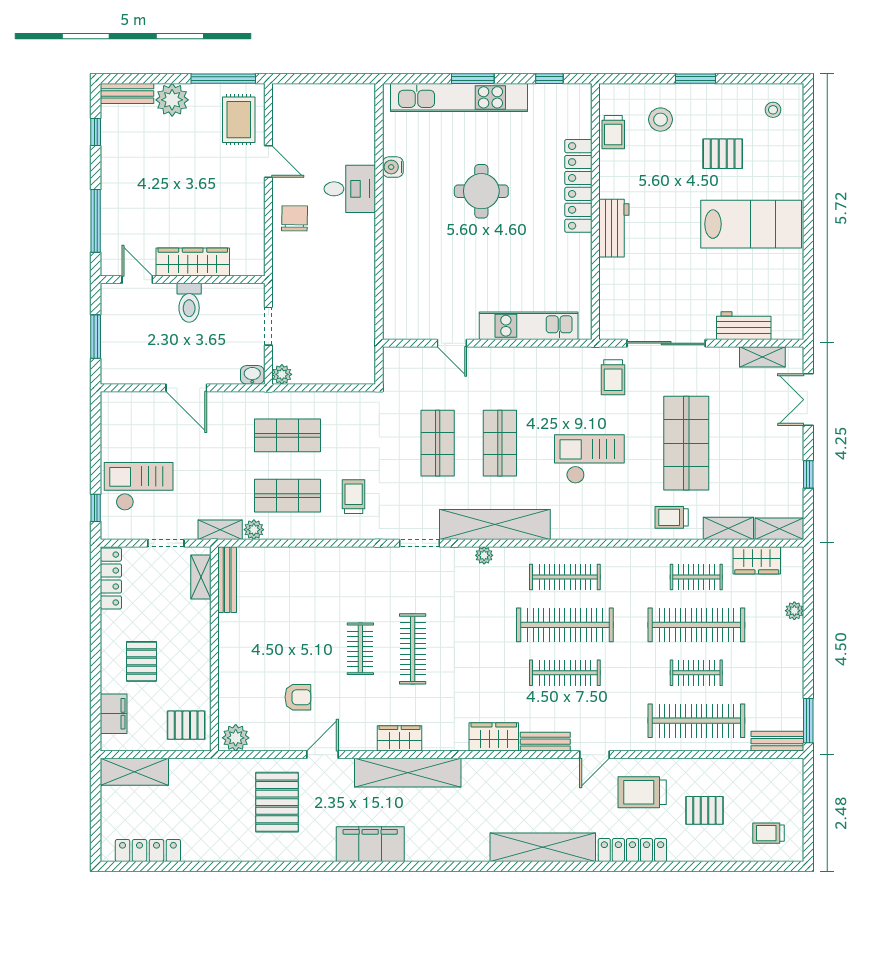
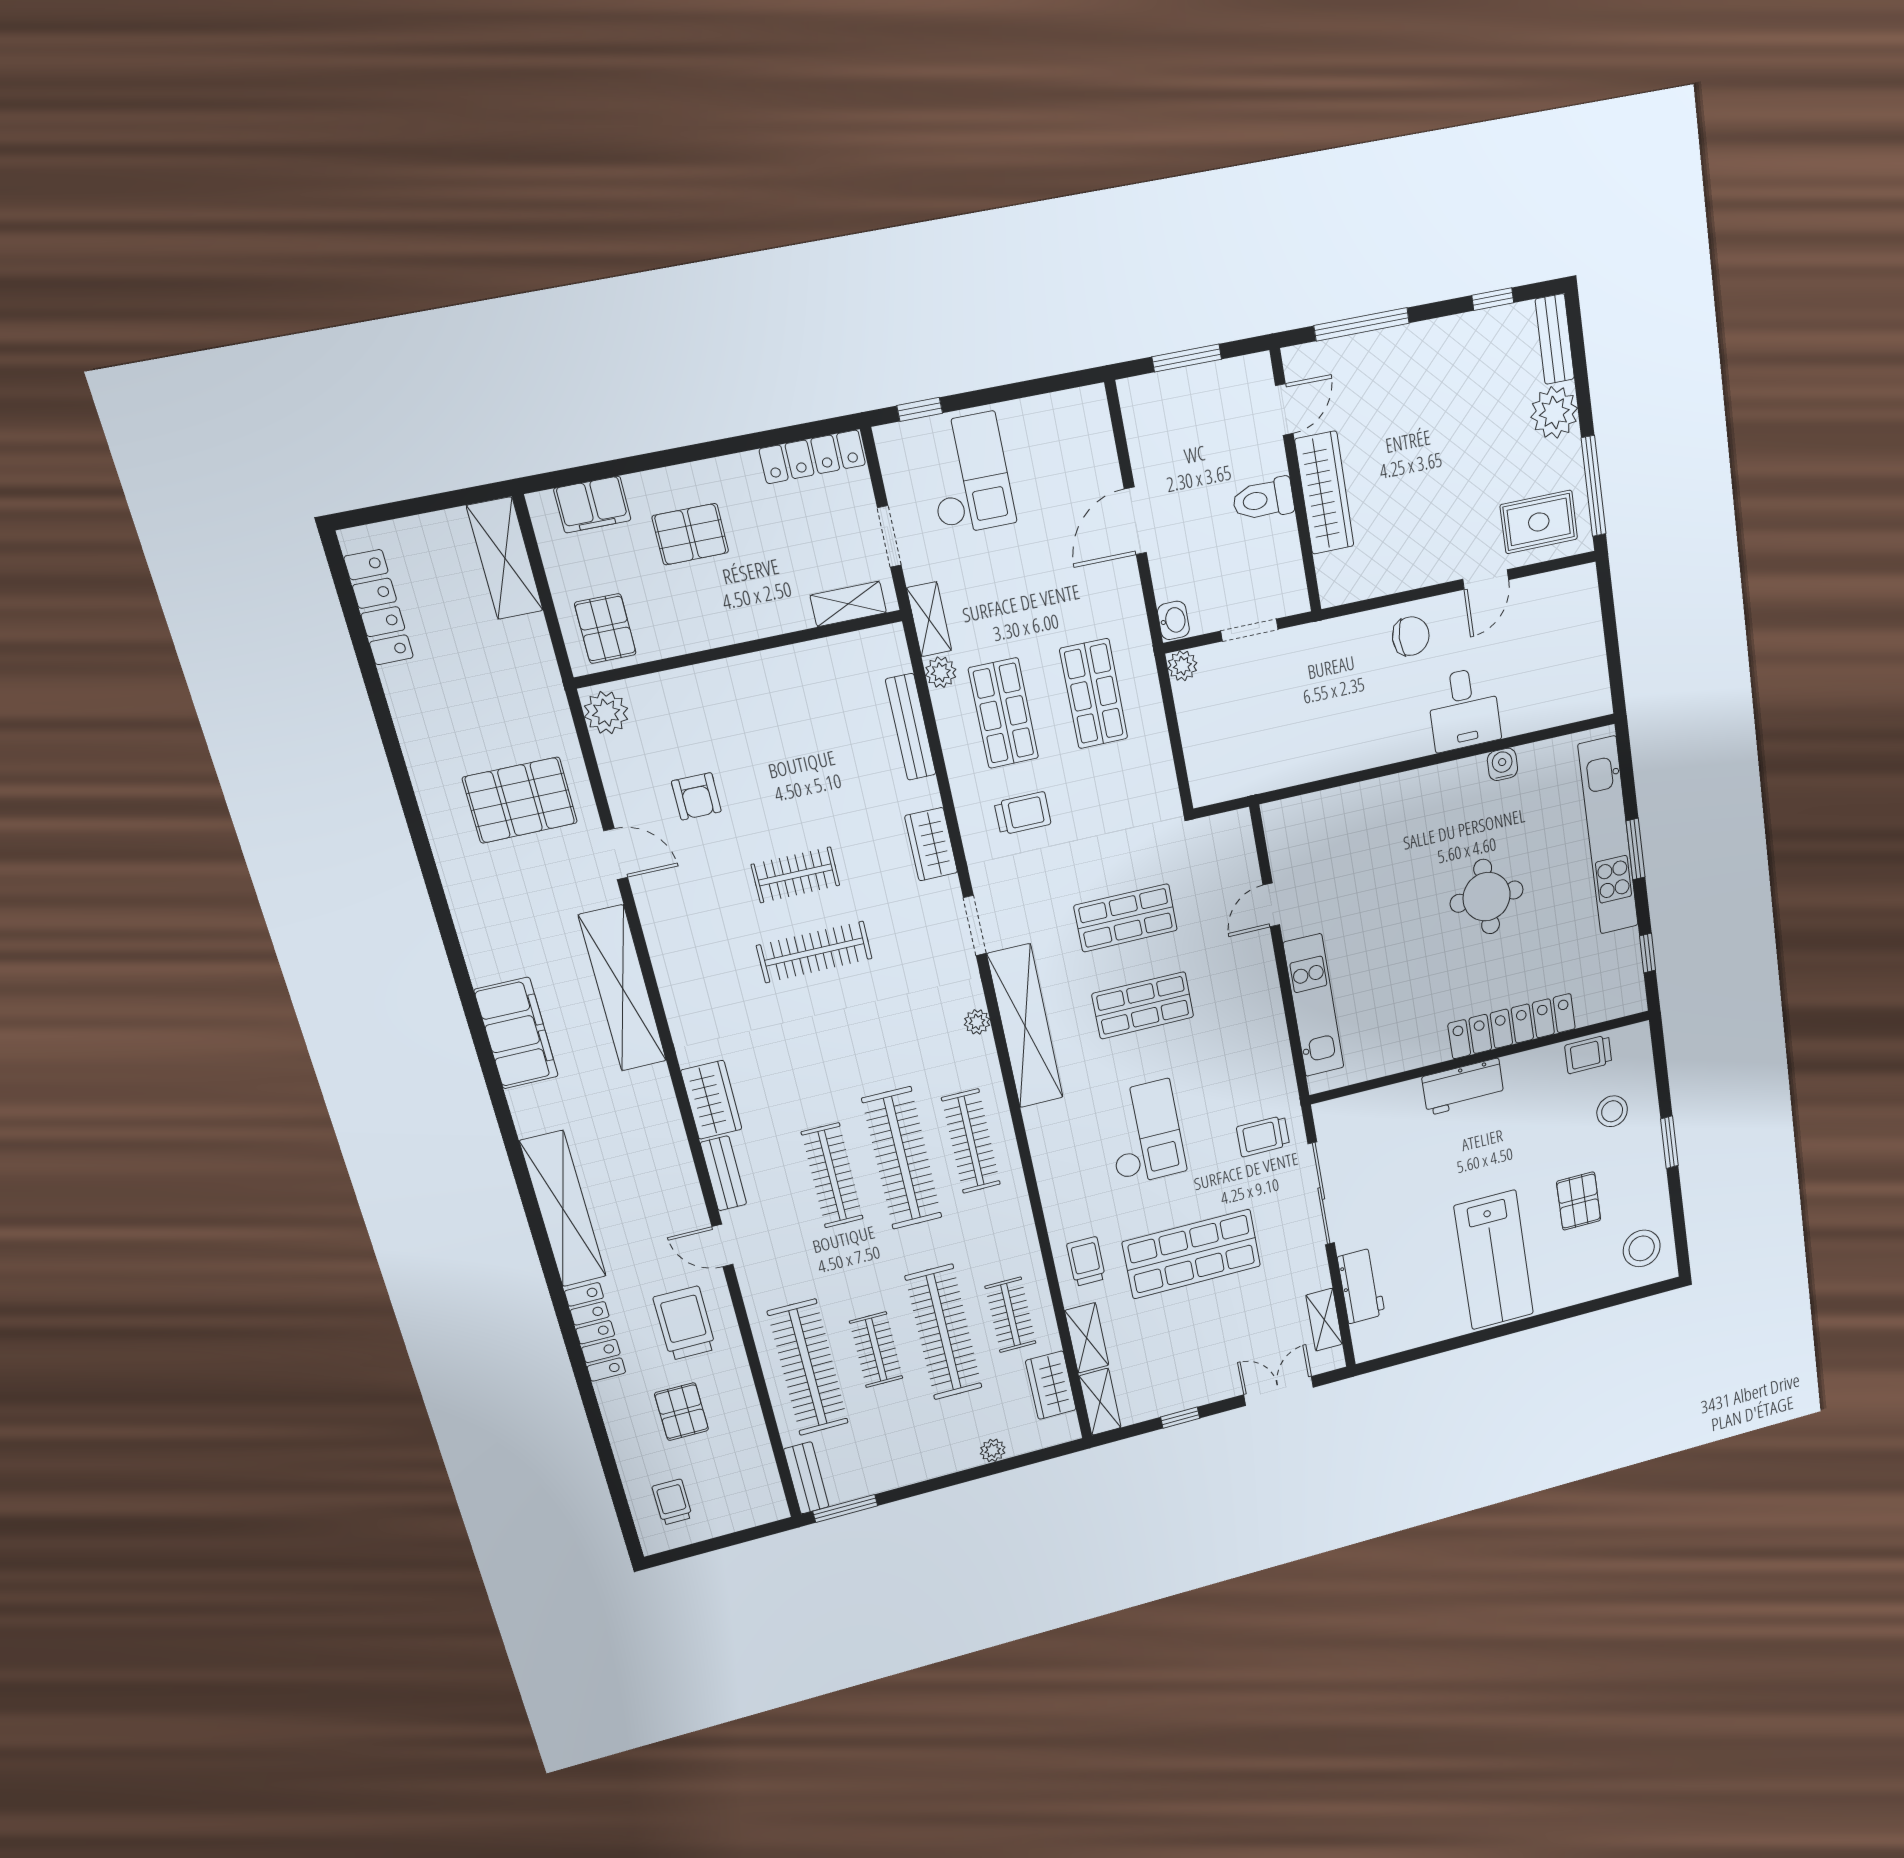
stool: (773, 110) -> (1642, 1248), width x1.89, depth x1.89
bench: (227, 580) -> (911, 727), moved, turned 90
wardrobe: (400, 738) -> (931, 844), moved, turned 180
filing cabinet: (370, 844) -> (516, 1033), moved

